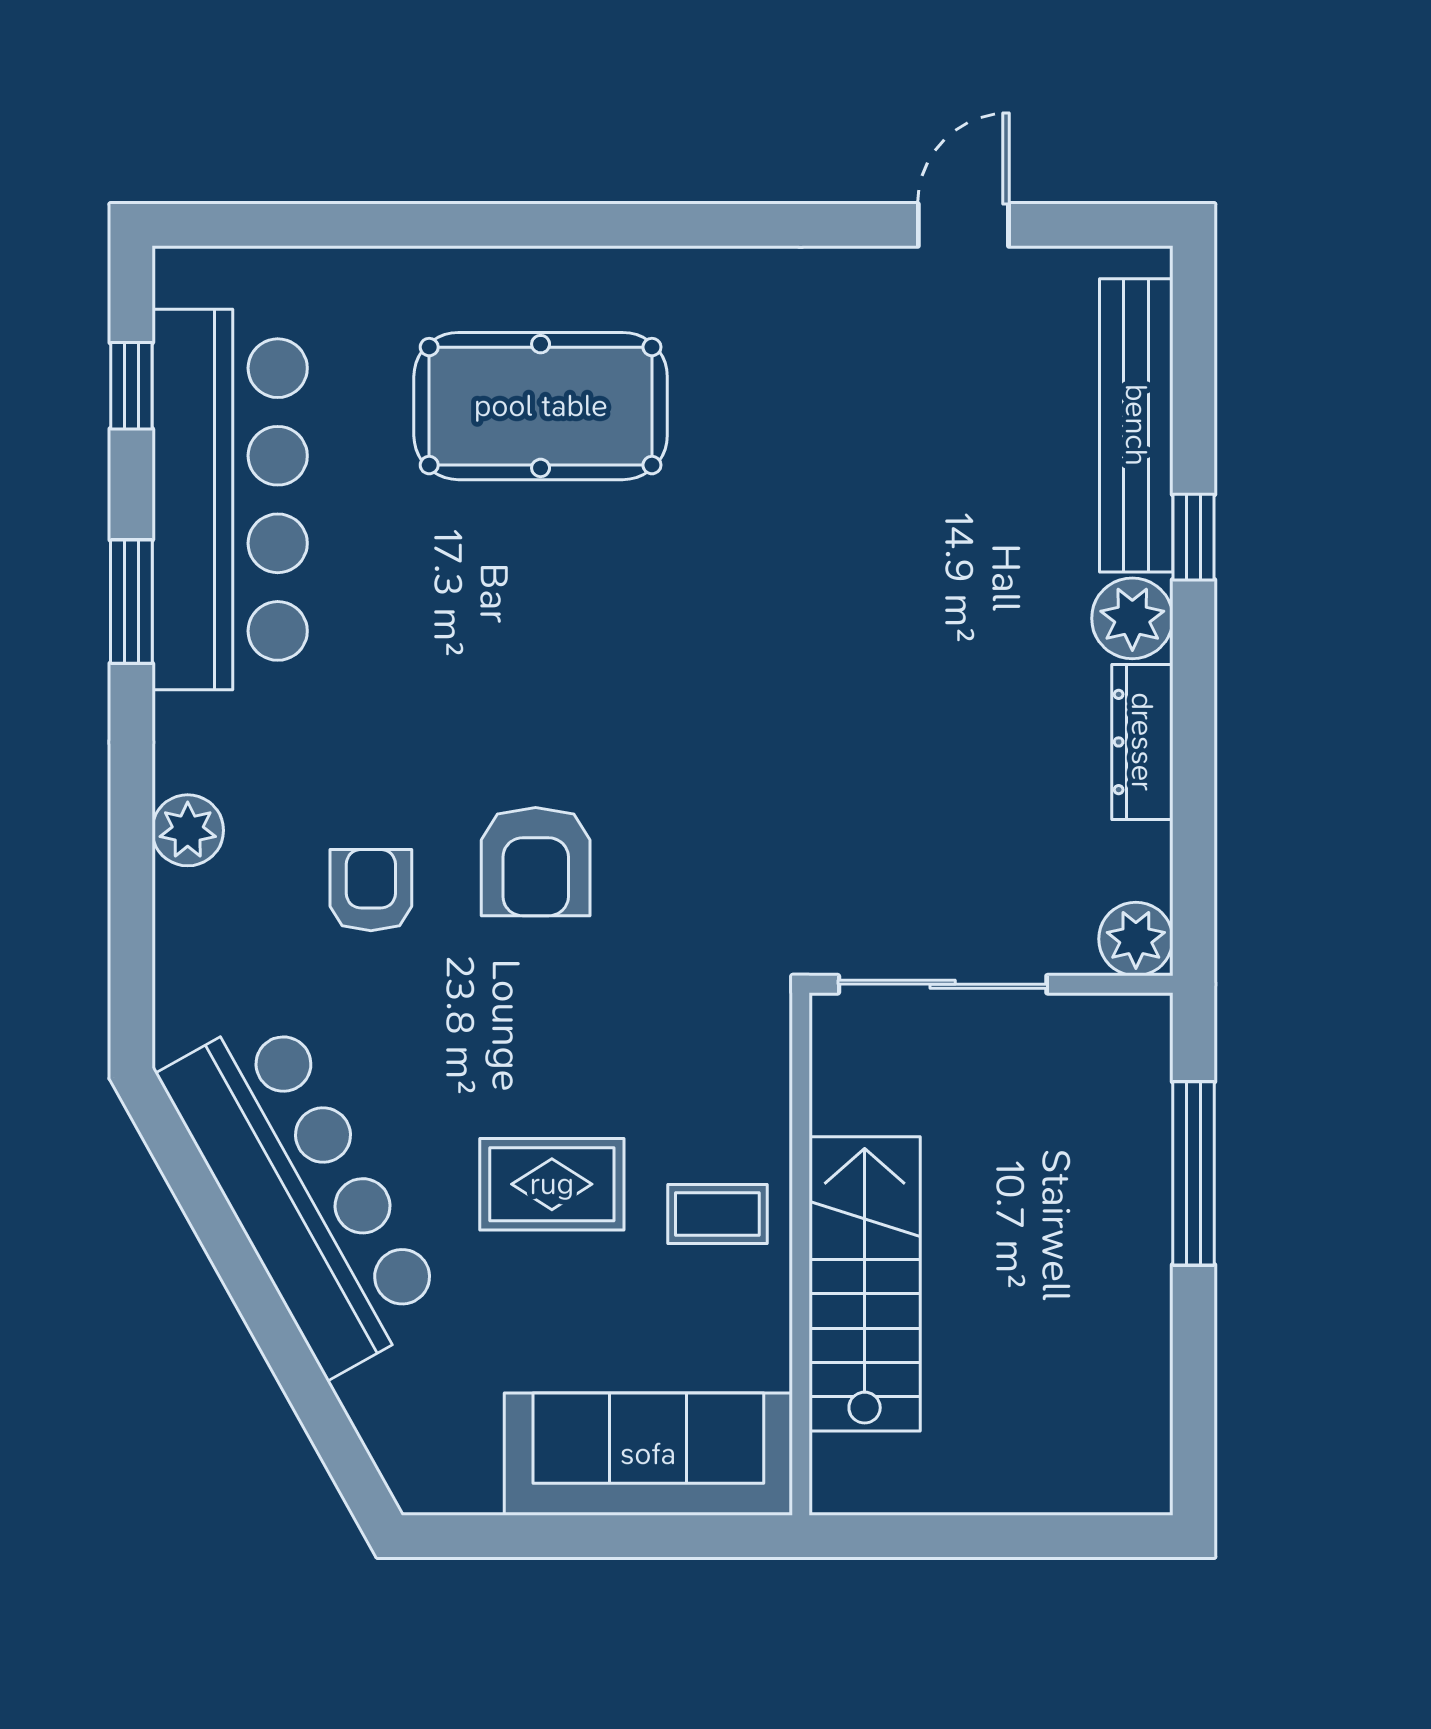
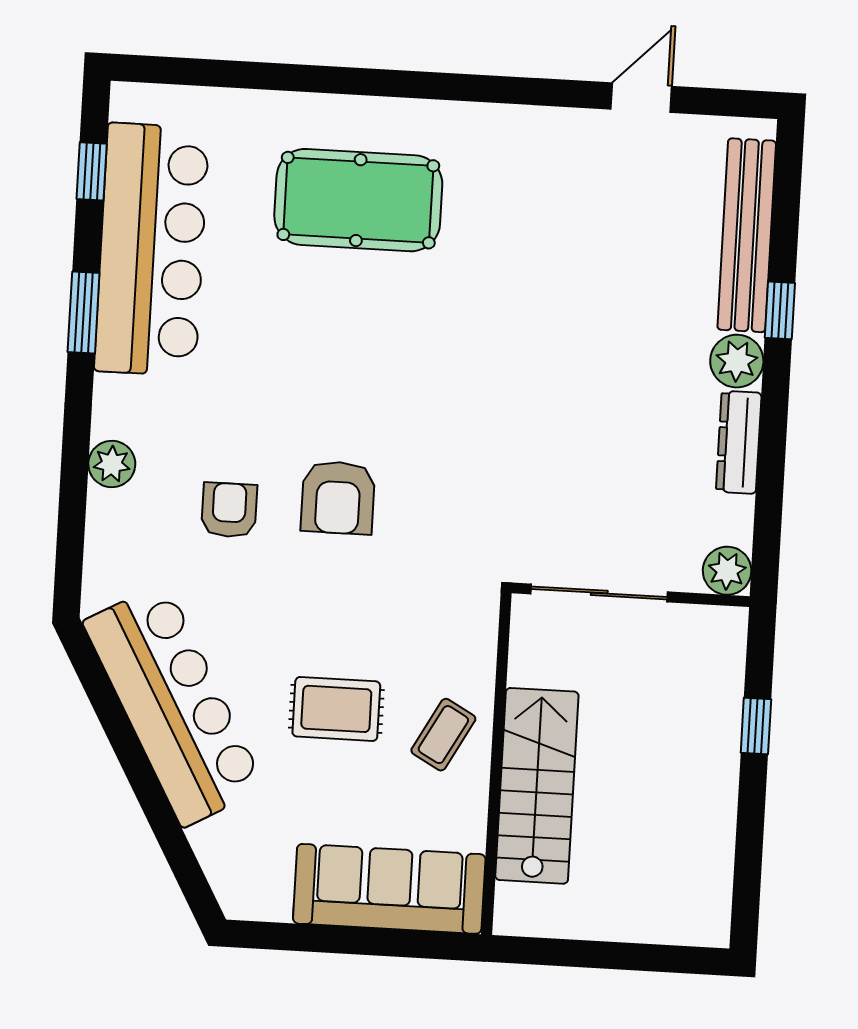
window: (1194, 1173) -> (756, 726), width x0.46
coffee table: (717, 1214) -> (443, 735), turned -61

